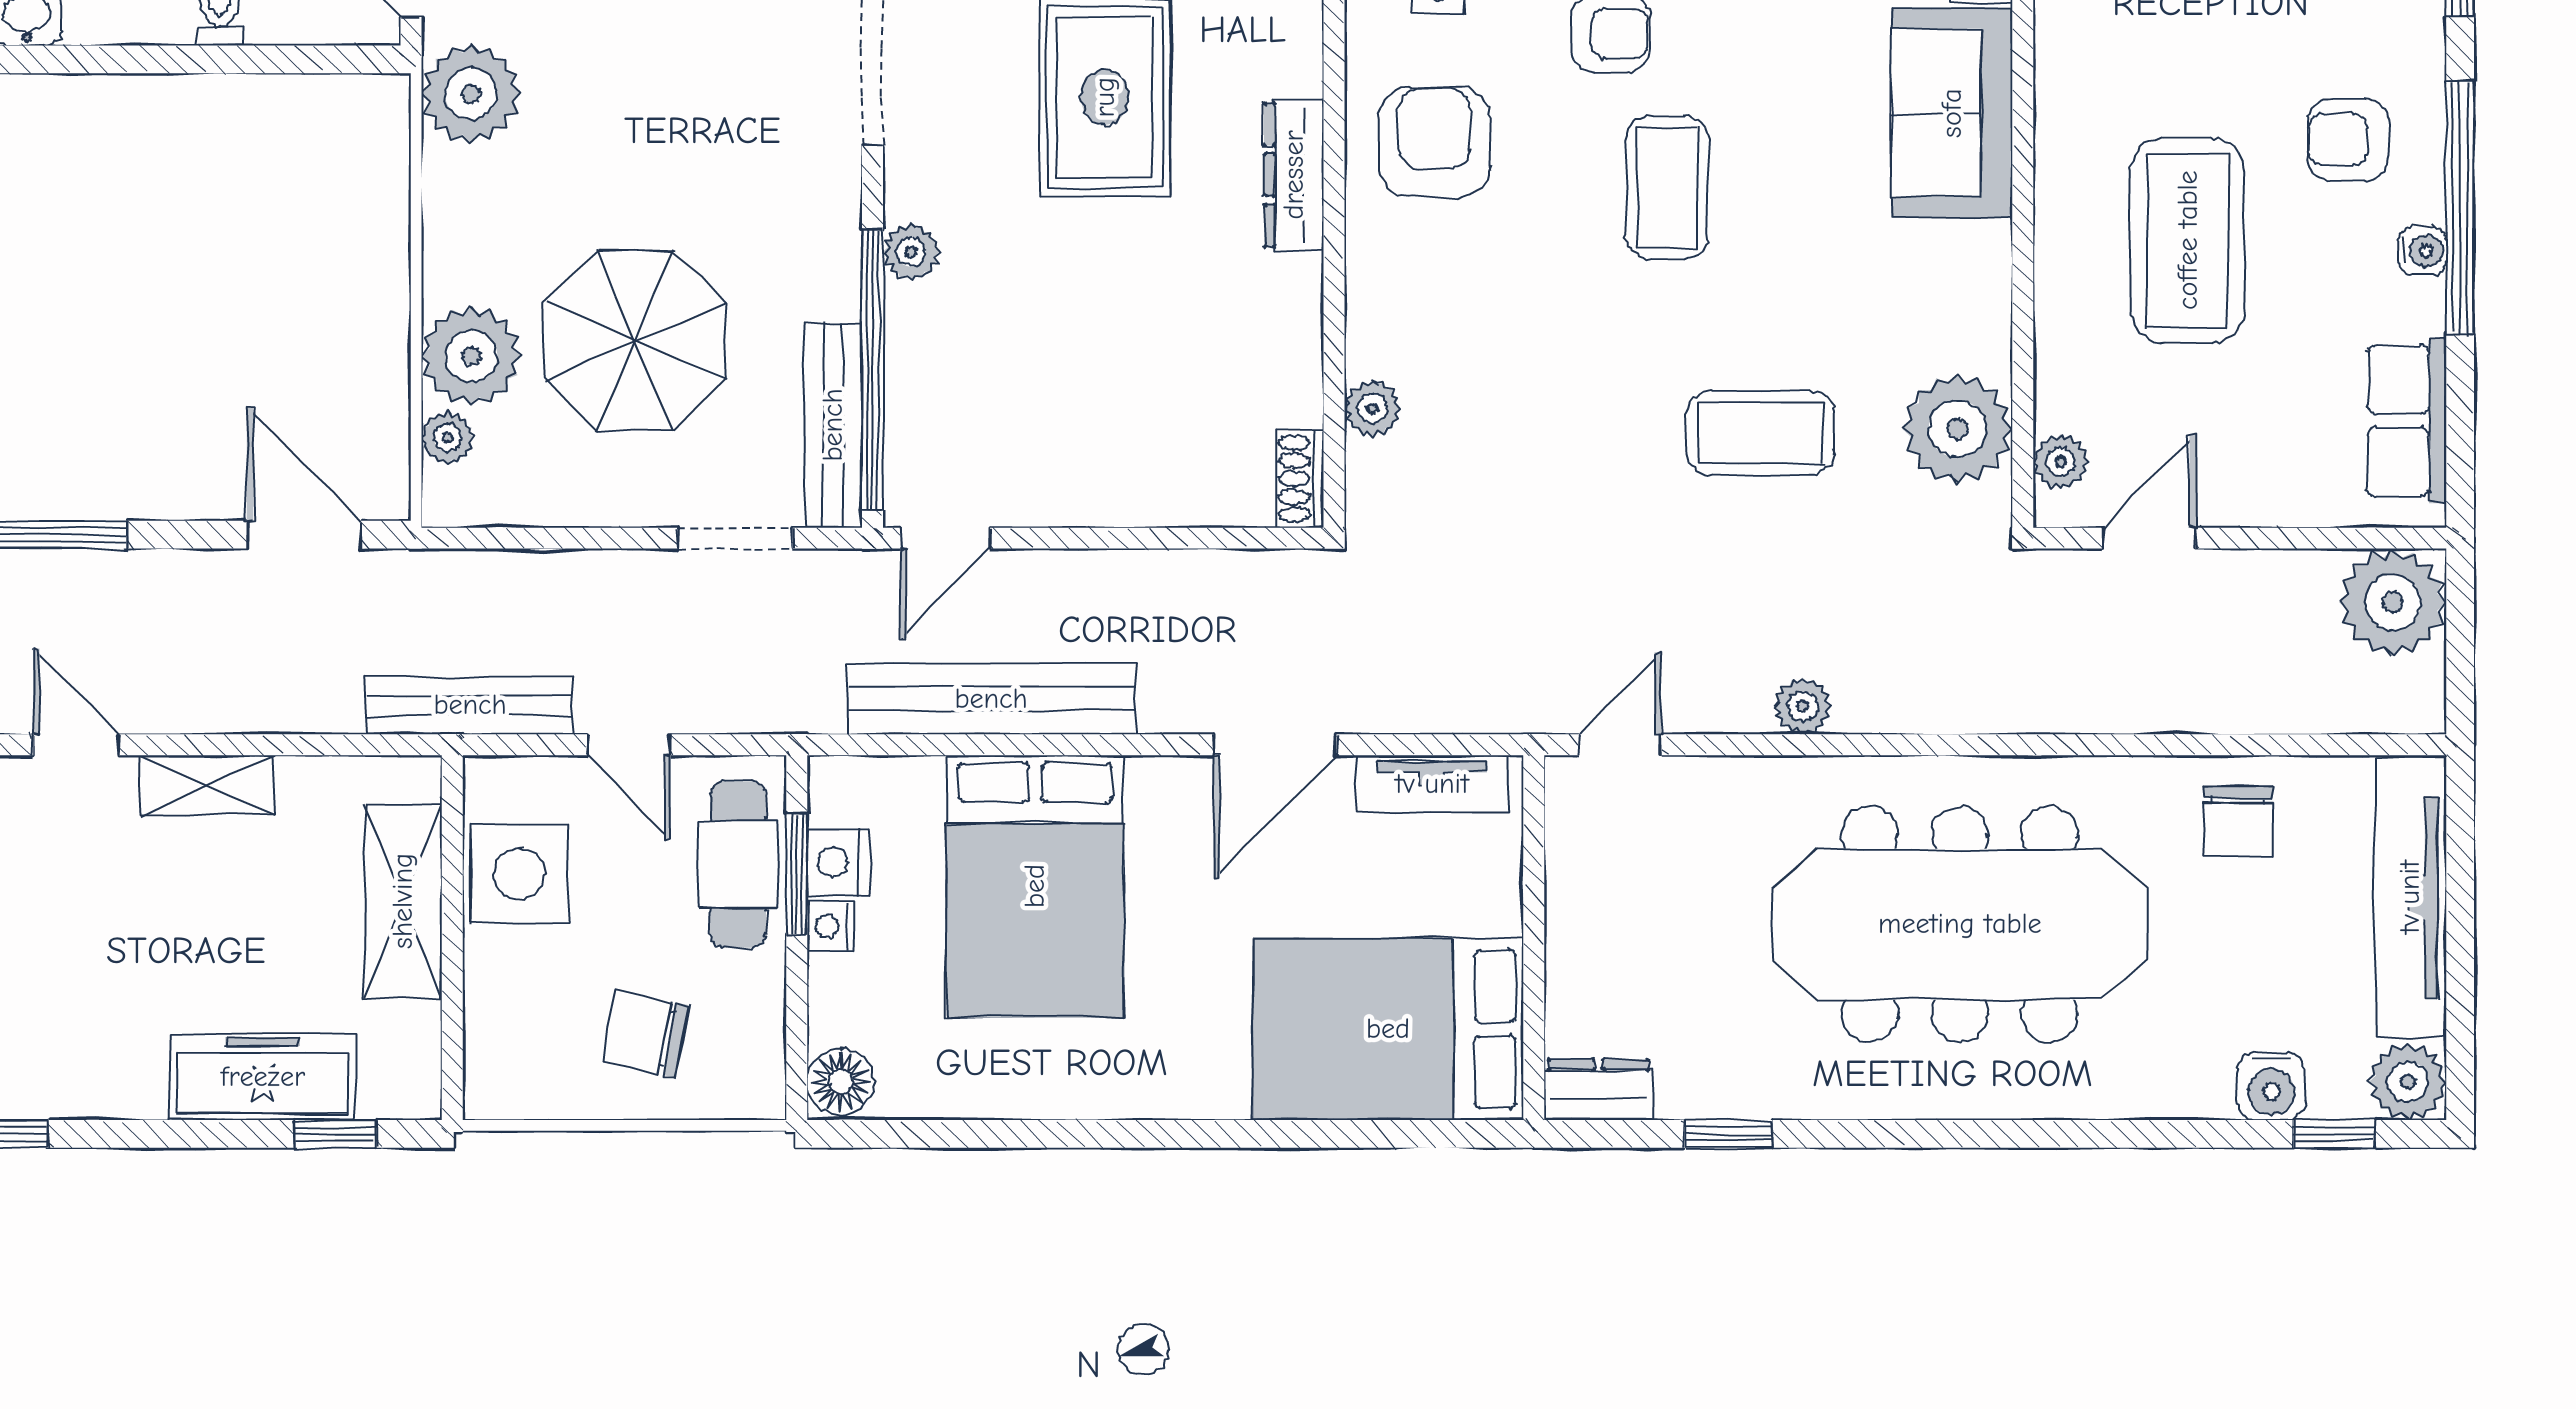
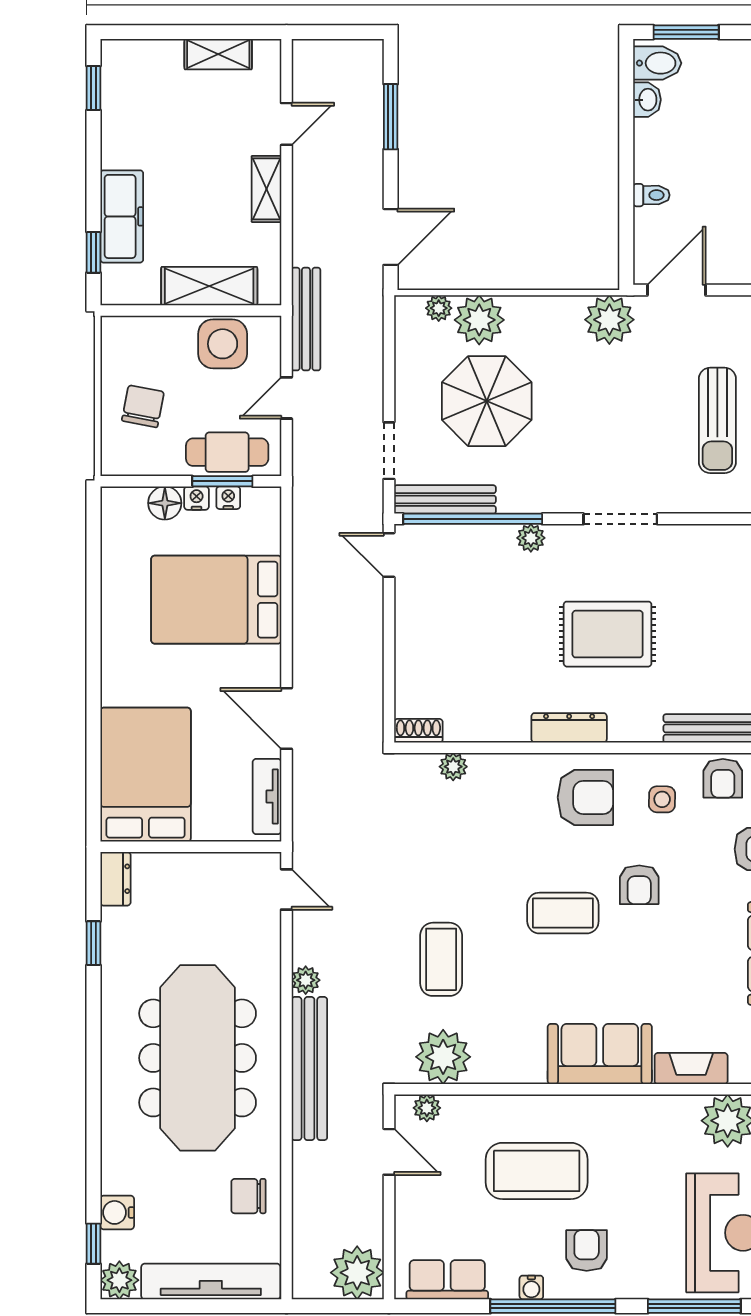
bench: (991, 699) -> (309, 1069), moved
nightstand: (838, 862) -> (228, 498), width x0.72, depth x0.74
floor lamp: (841, 1082) -> (165, 503), moved

